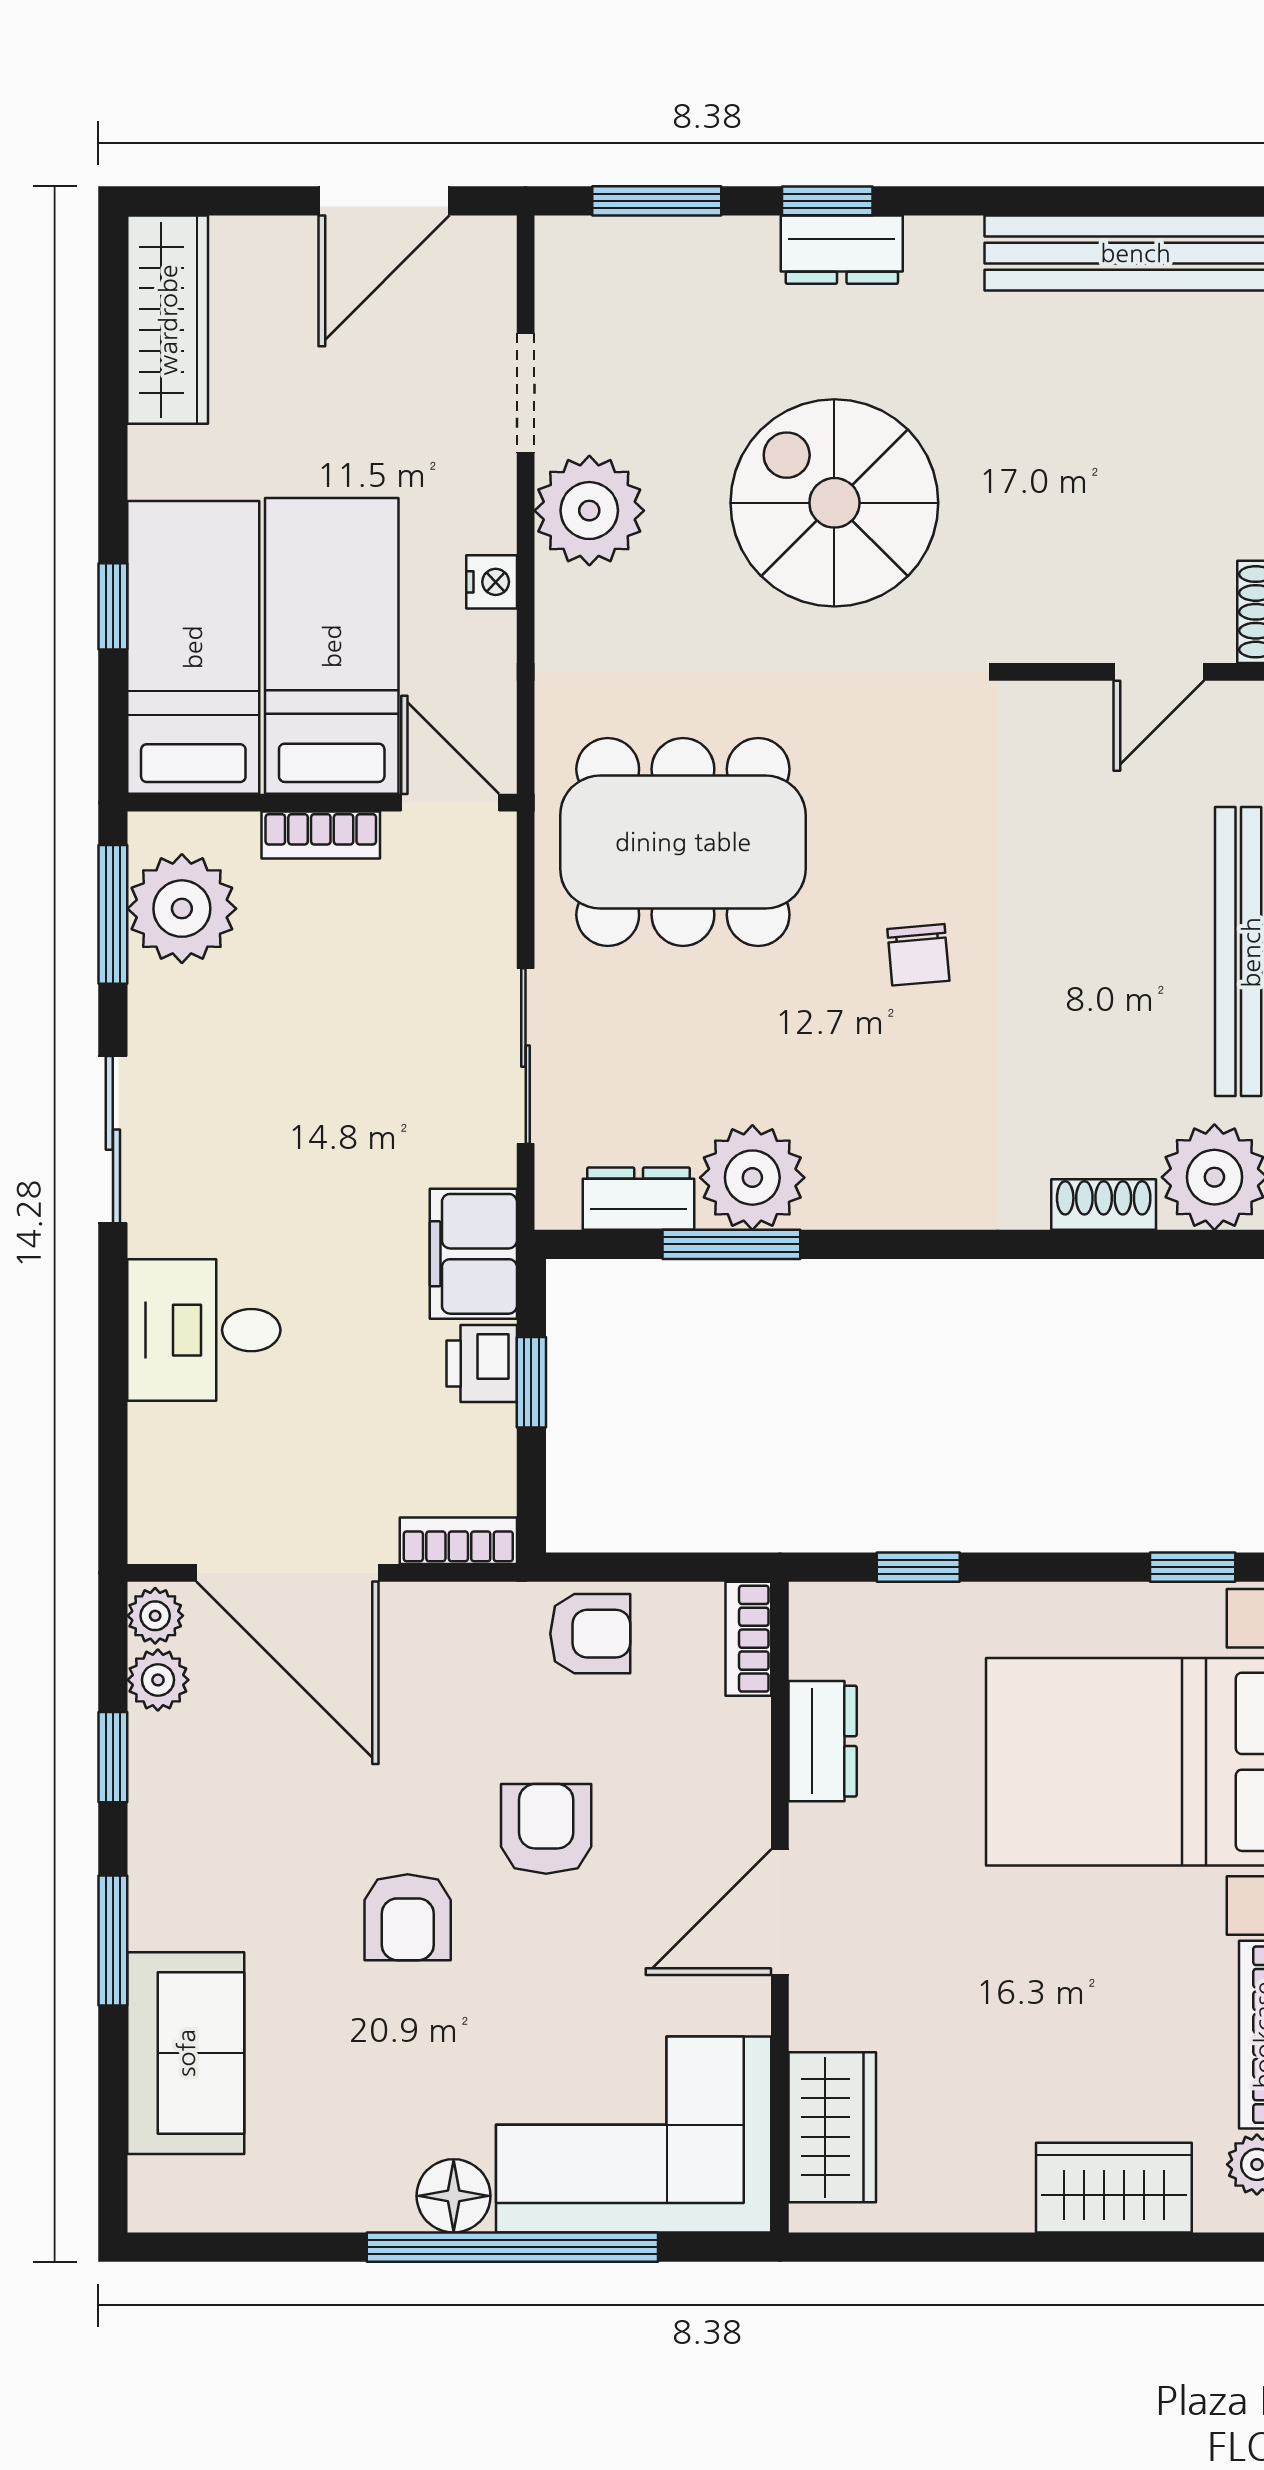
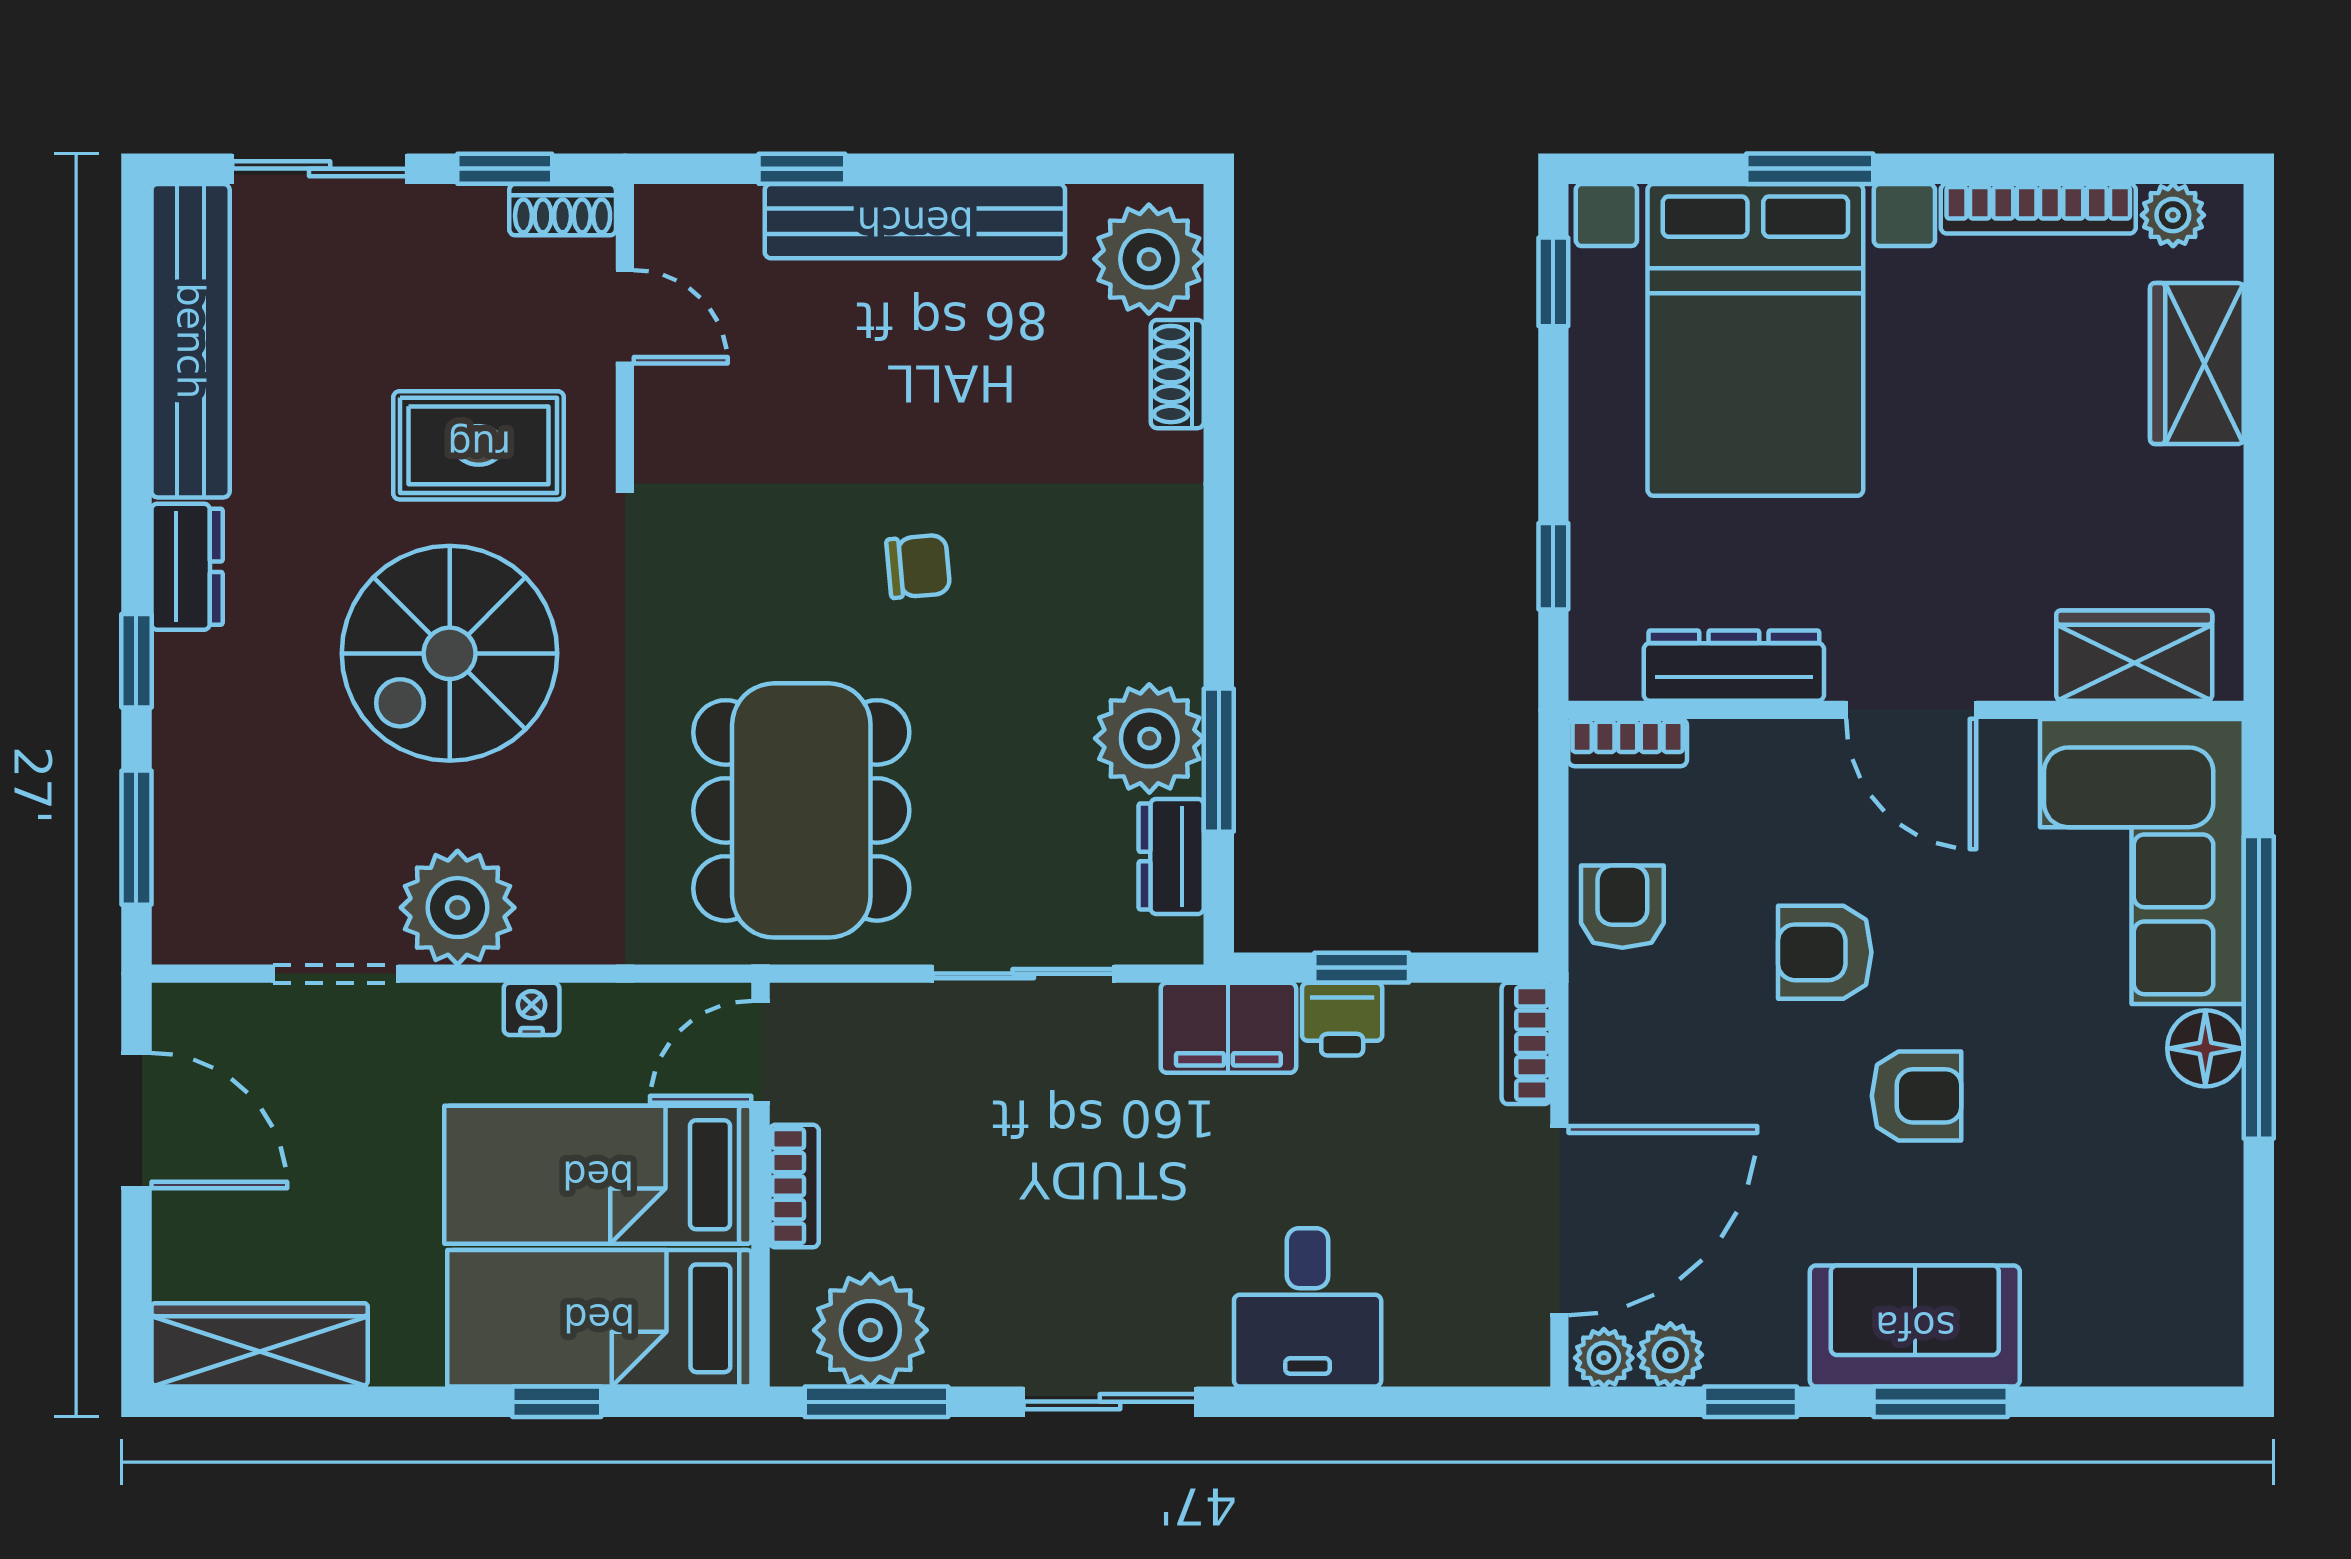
dresser: (842, 250) -> (187, 567), moved
rug: (1035, 531) -> (479, 445), added
dresser: (823, 1741) -> (1734, 666), width x1.44
sofa: (186, 2053) -> (1915, 1326), moved

